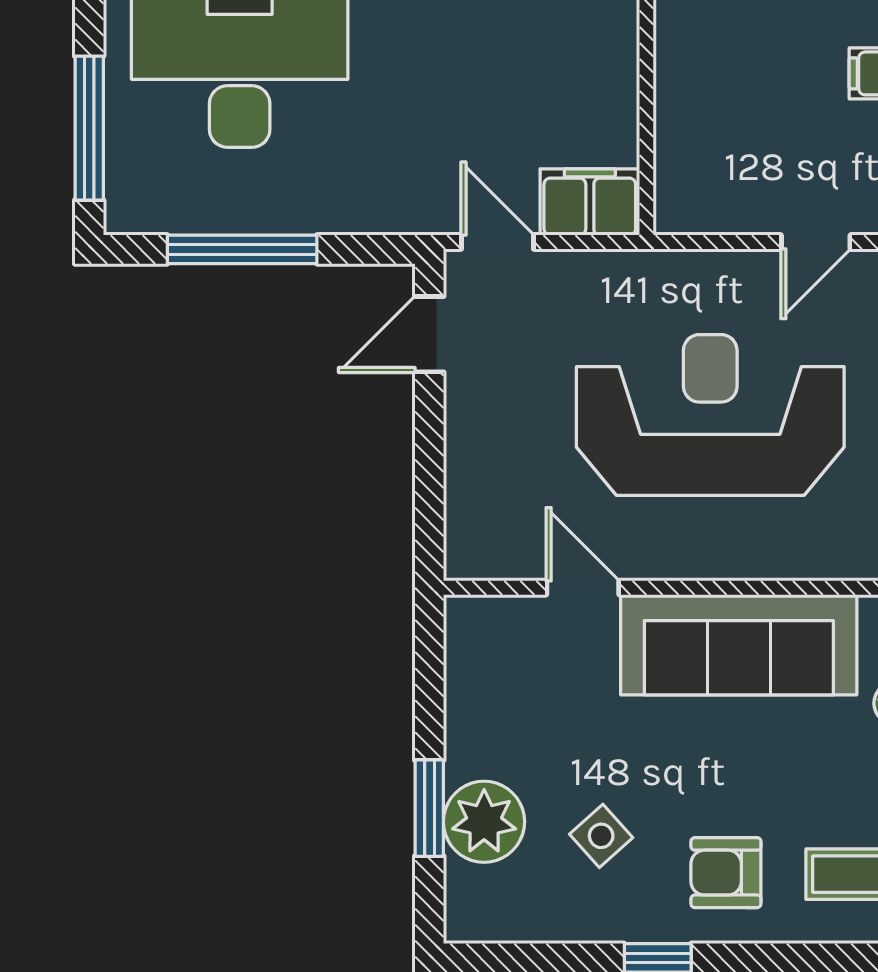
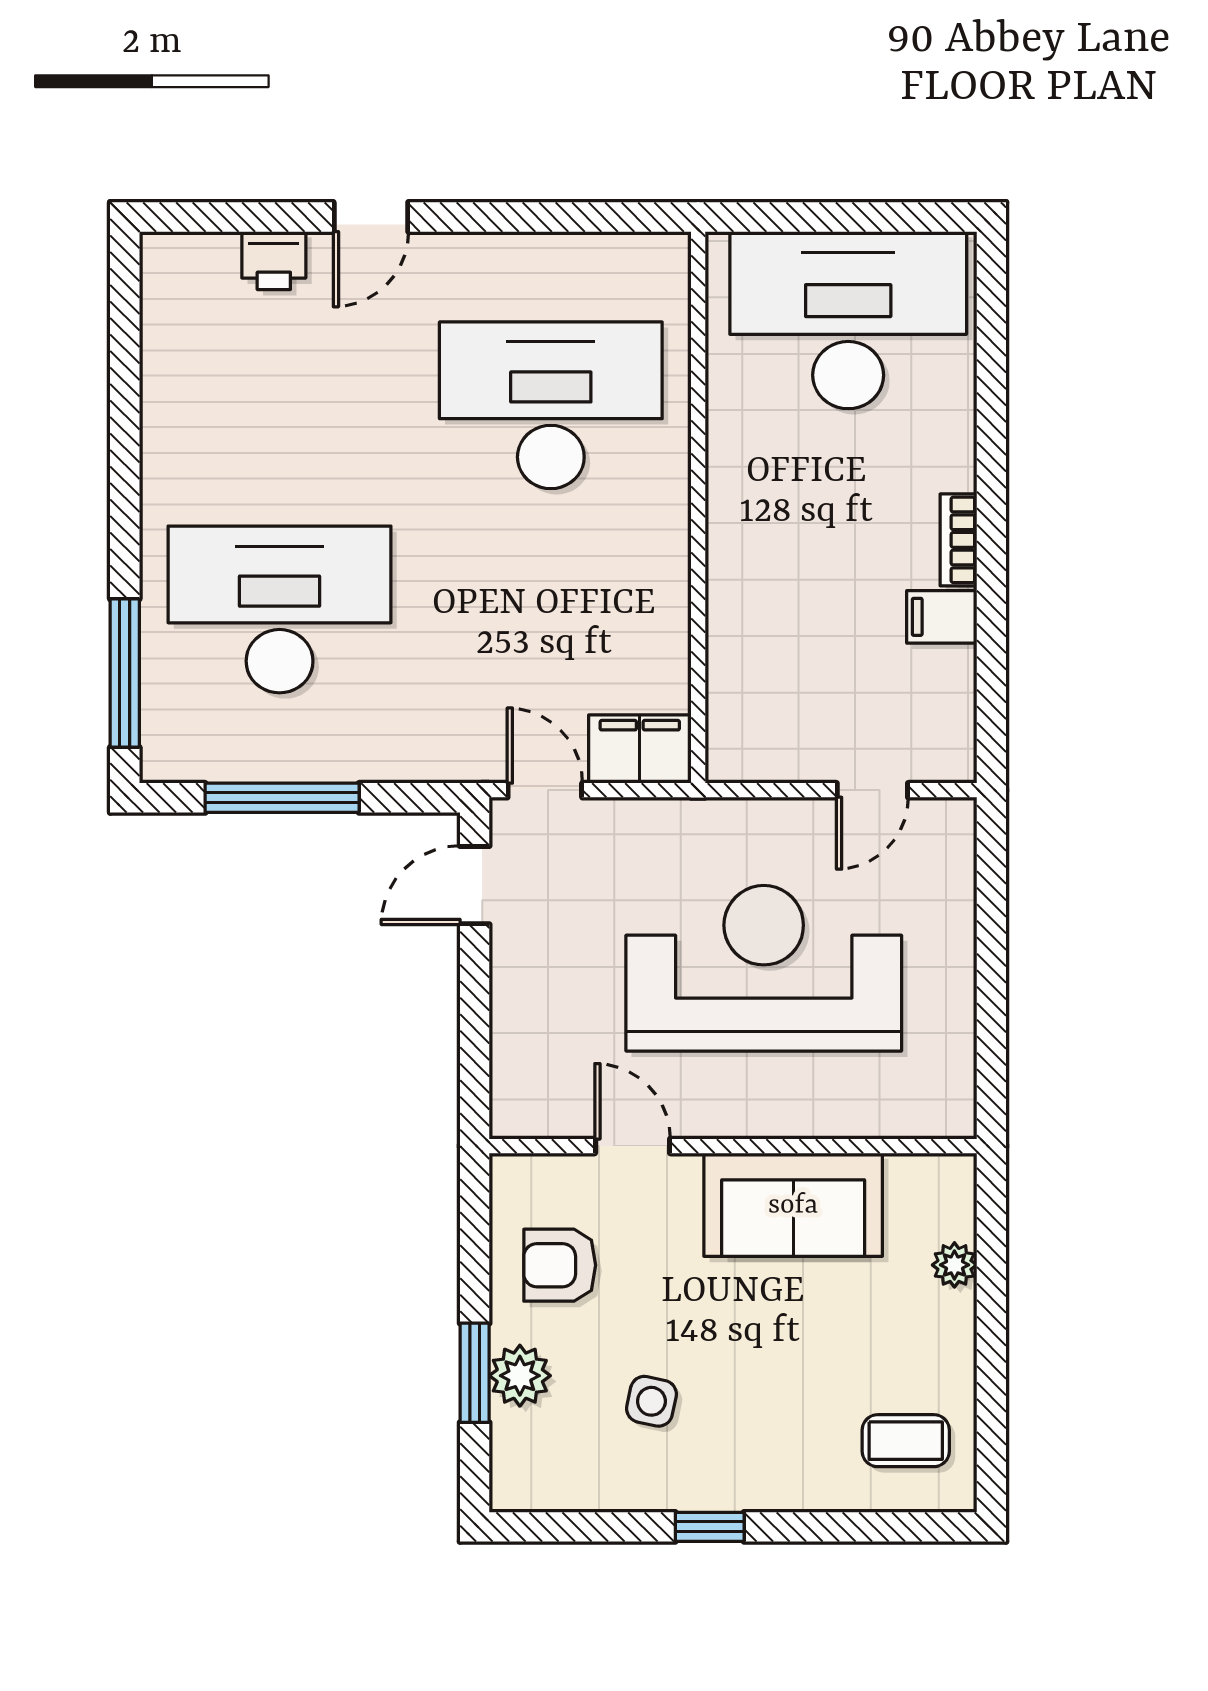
sofa: (739, 645) -> (793, 1205), width x0.73
plant: (484, 822) -> (520, 1376), width x0.73, depth x0.73
side table: (601, 836) -> (651, 1401), turned -36
armchair: (726, 873) -> (560, 1265), moved

